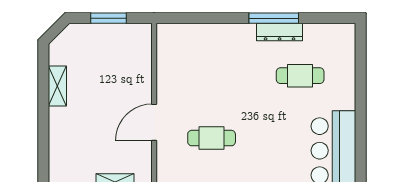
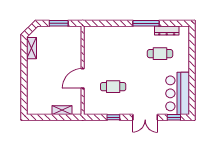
dresser: (280, 32) -> (167, 31), moved
shelving: (57, 86) -> (31, 48), moved

